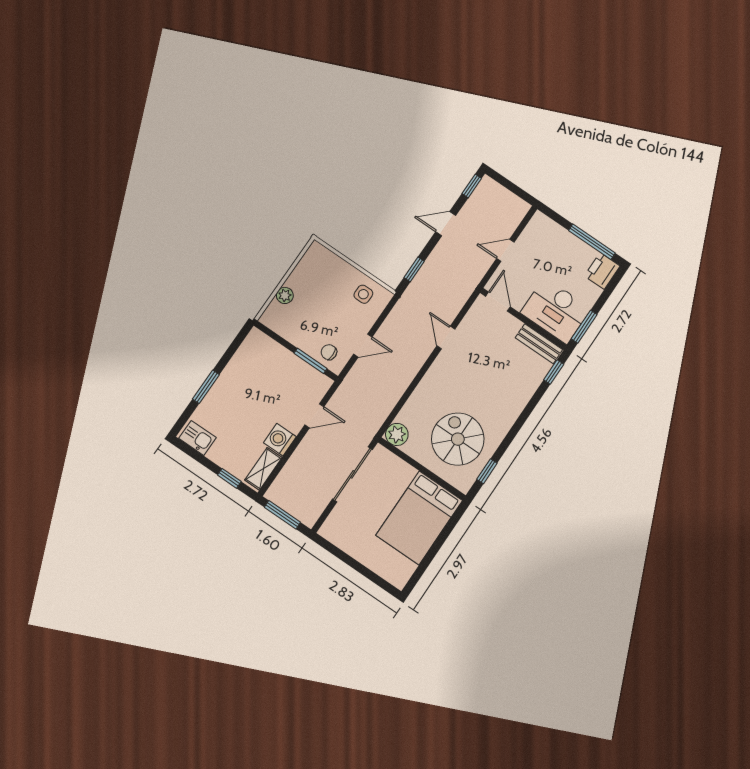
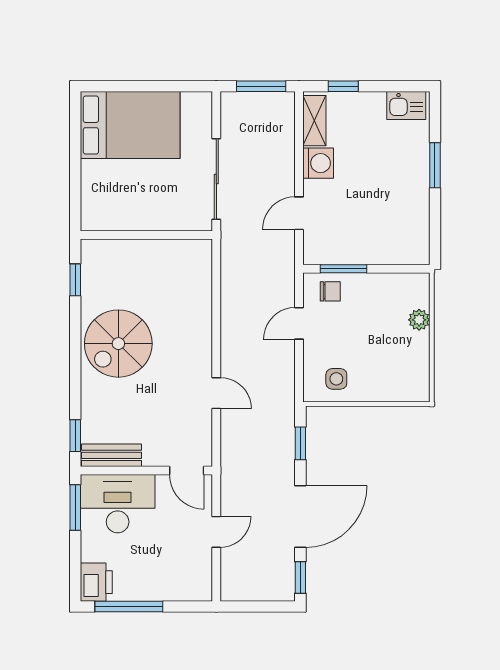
door: (446, 224) -> (300, 516), width x1.87
plant: (397, 434) -> (198, 253), removed
spiral stairs: (458, 439) -> (118, 344), moved, turned 90
bed: (419, 518) -> (130, 125), moved, turned 90

